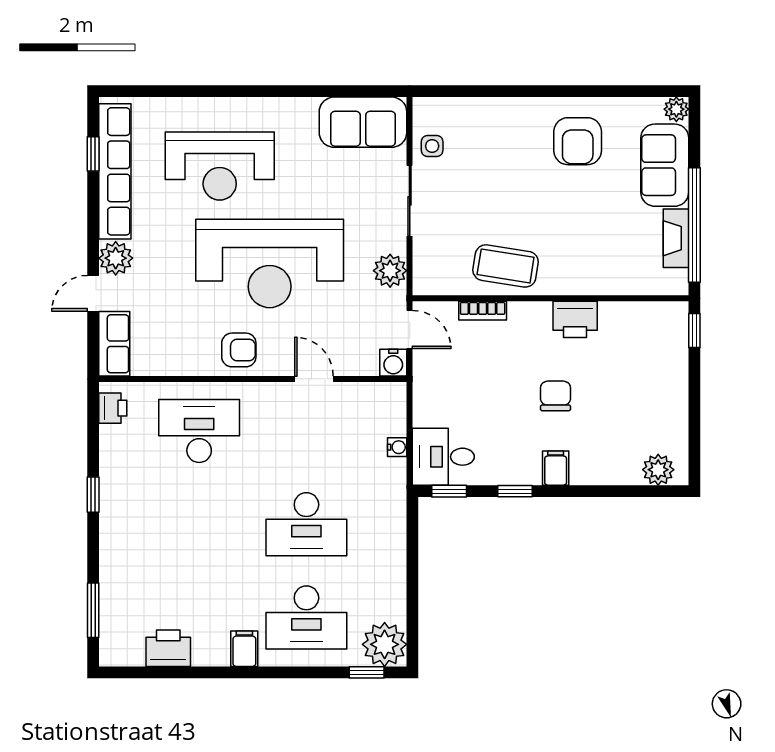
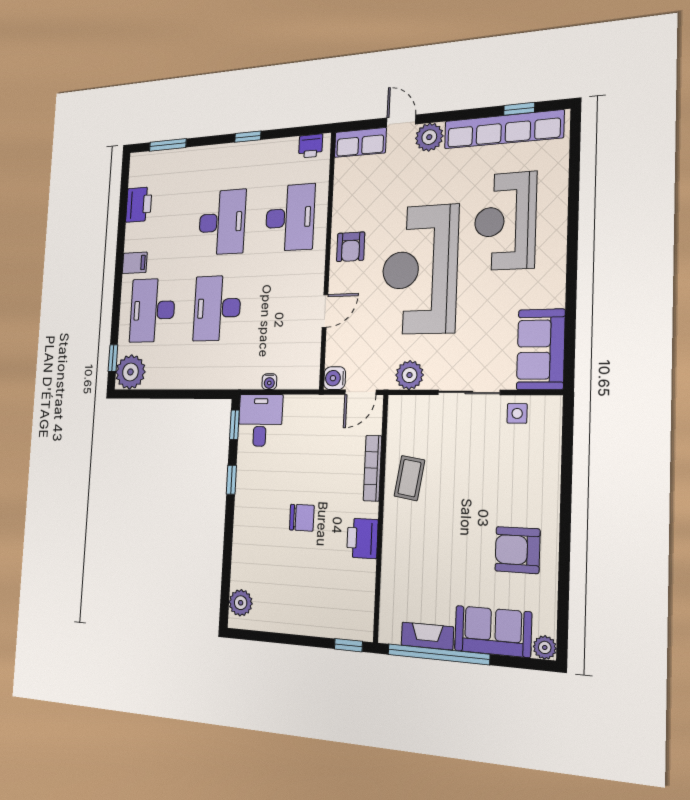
coffee table: (506, 266) -> (409, 478), width x0.73, depth x0.77
bookcase: (483, 311) -> (372, 468), width x1.56
filing cabinet: (556, 468) -> (247, 515), removed
desk: (199, 524) -> (222, 222), added

